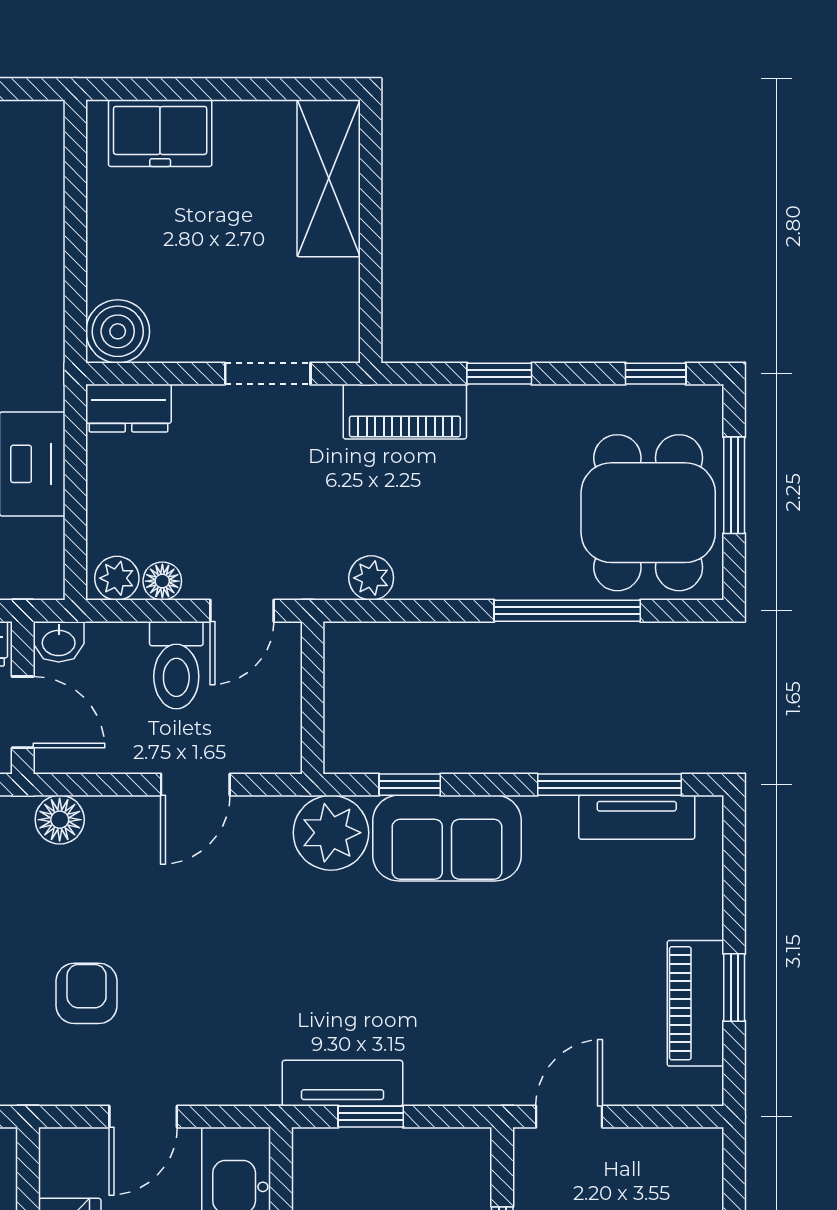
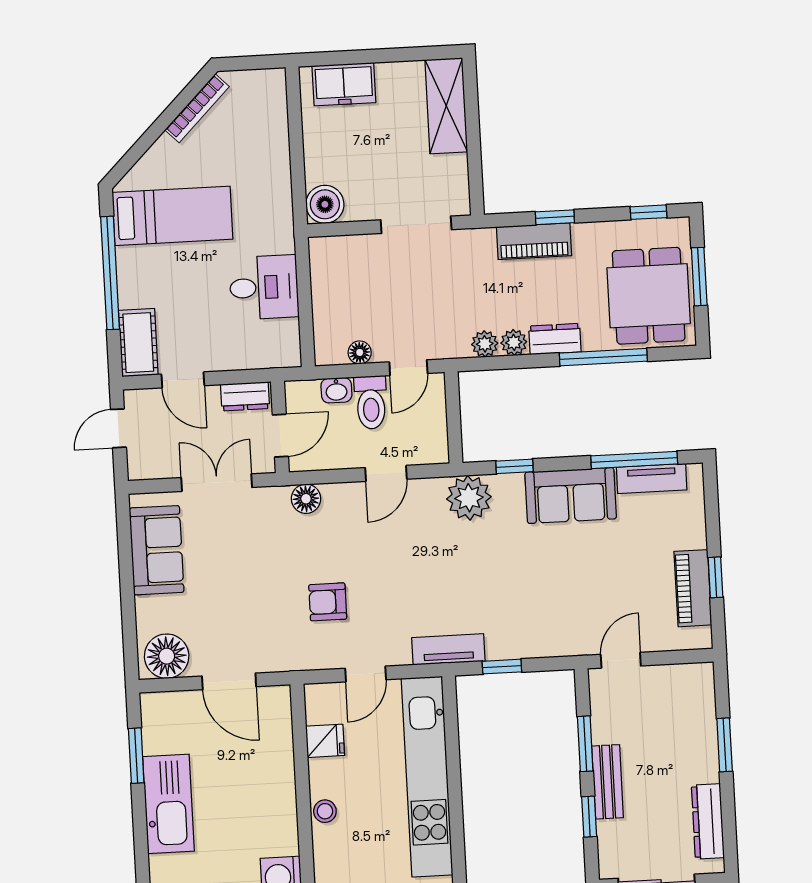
doorway: (268, 374) -> (416, 225), width x1.38
dresser: (129, 408) -> (555, 339), moved, turned 180
piano: (405, 412) -> (534, 241), moved
plant: (117, 578) -> (514, 342), moved
washbasin: (59, 642) -> (336, 390), moved
door: (23, 712) -> (280, 436), hinge flipped
sofa: (447, 838) -> (571, 496), moved
armchair: (87, 993) -> (328, 602), turned -90
tv unit: (342, 1083) -> (448, 649), moved

